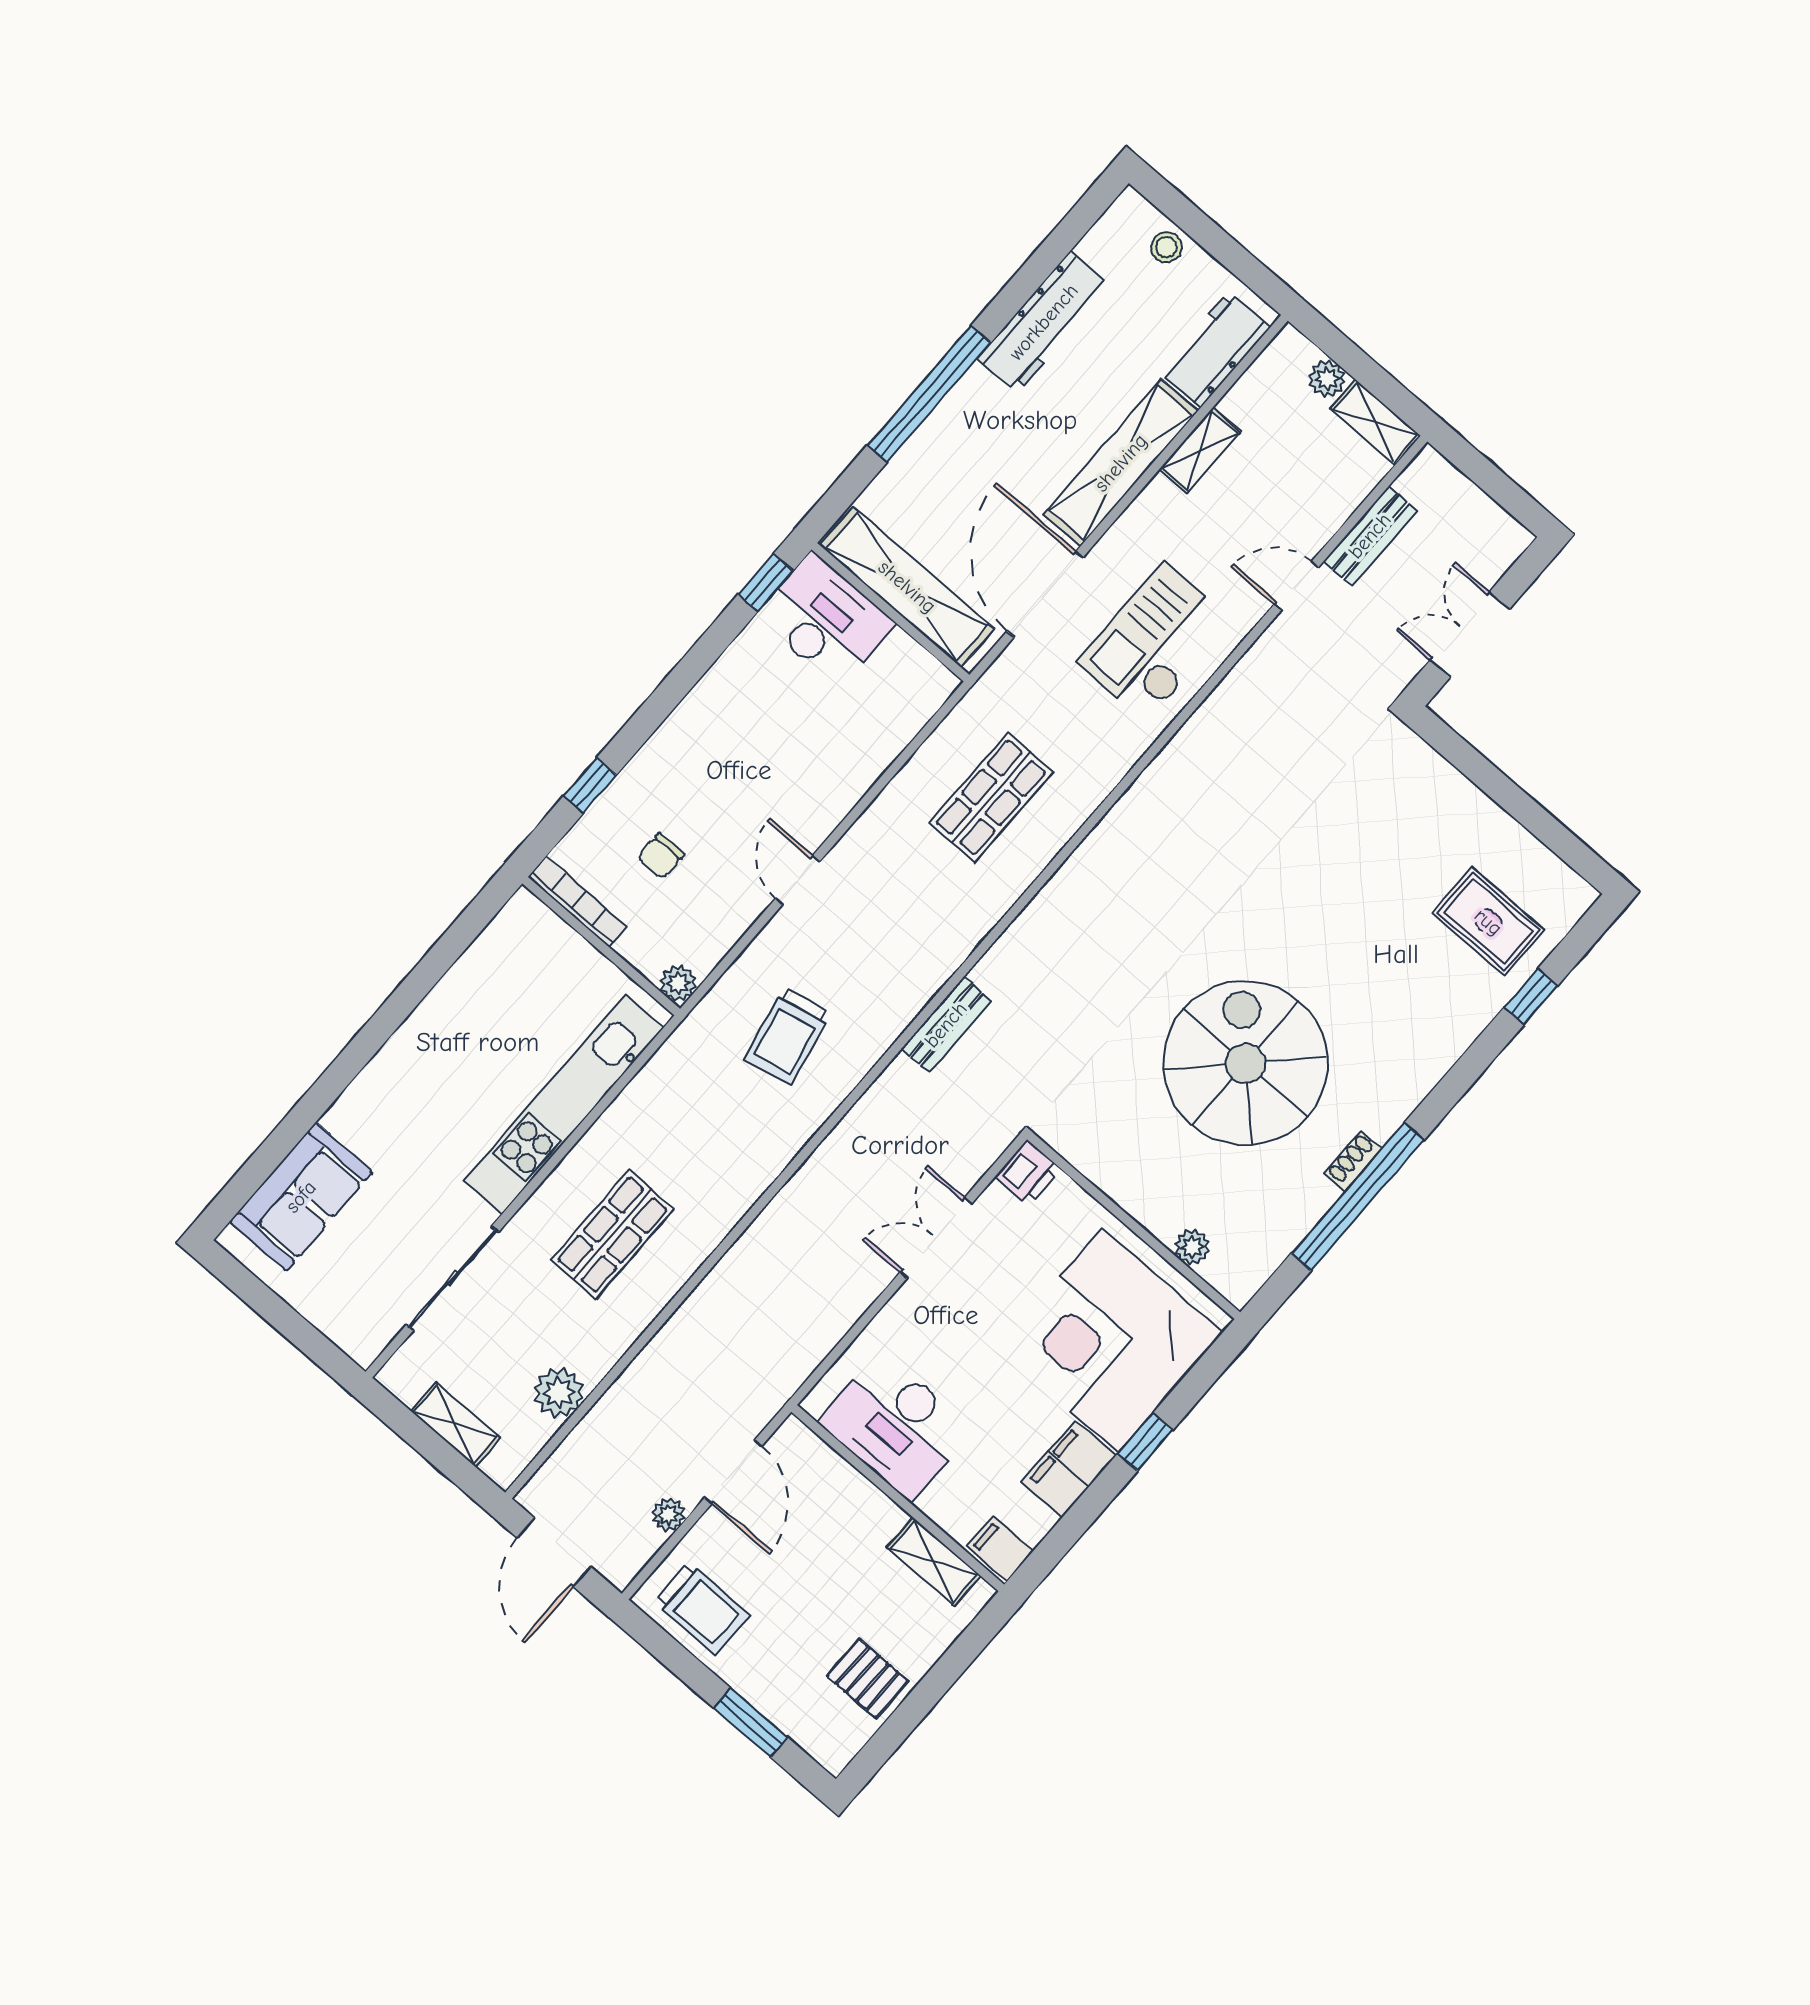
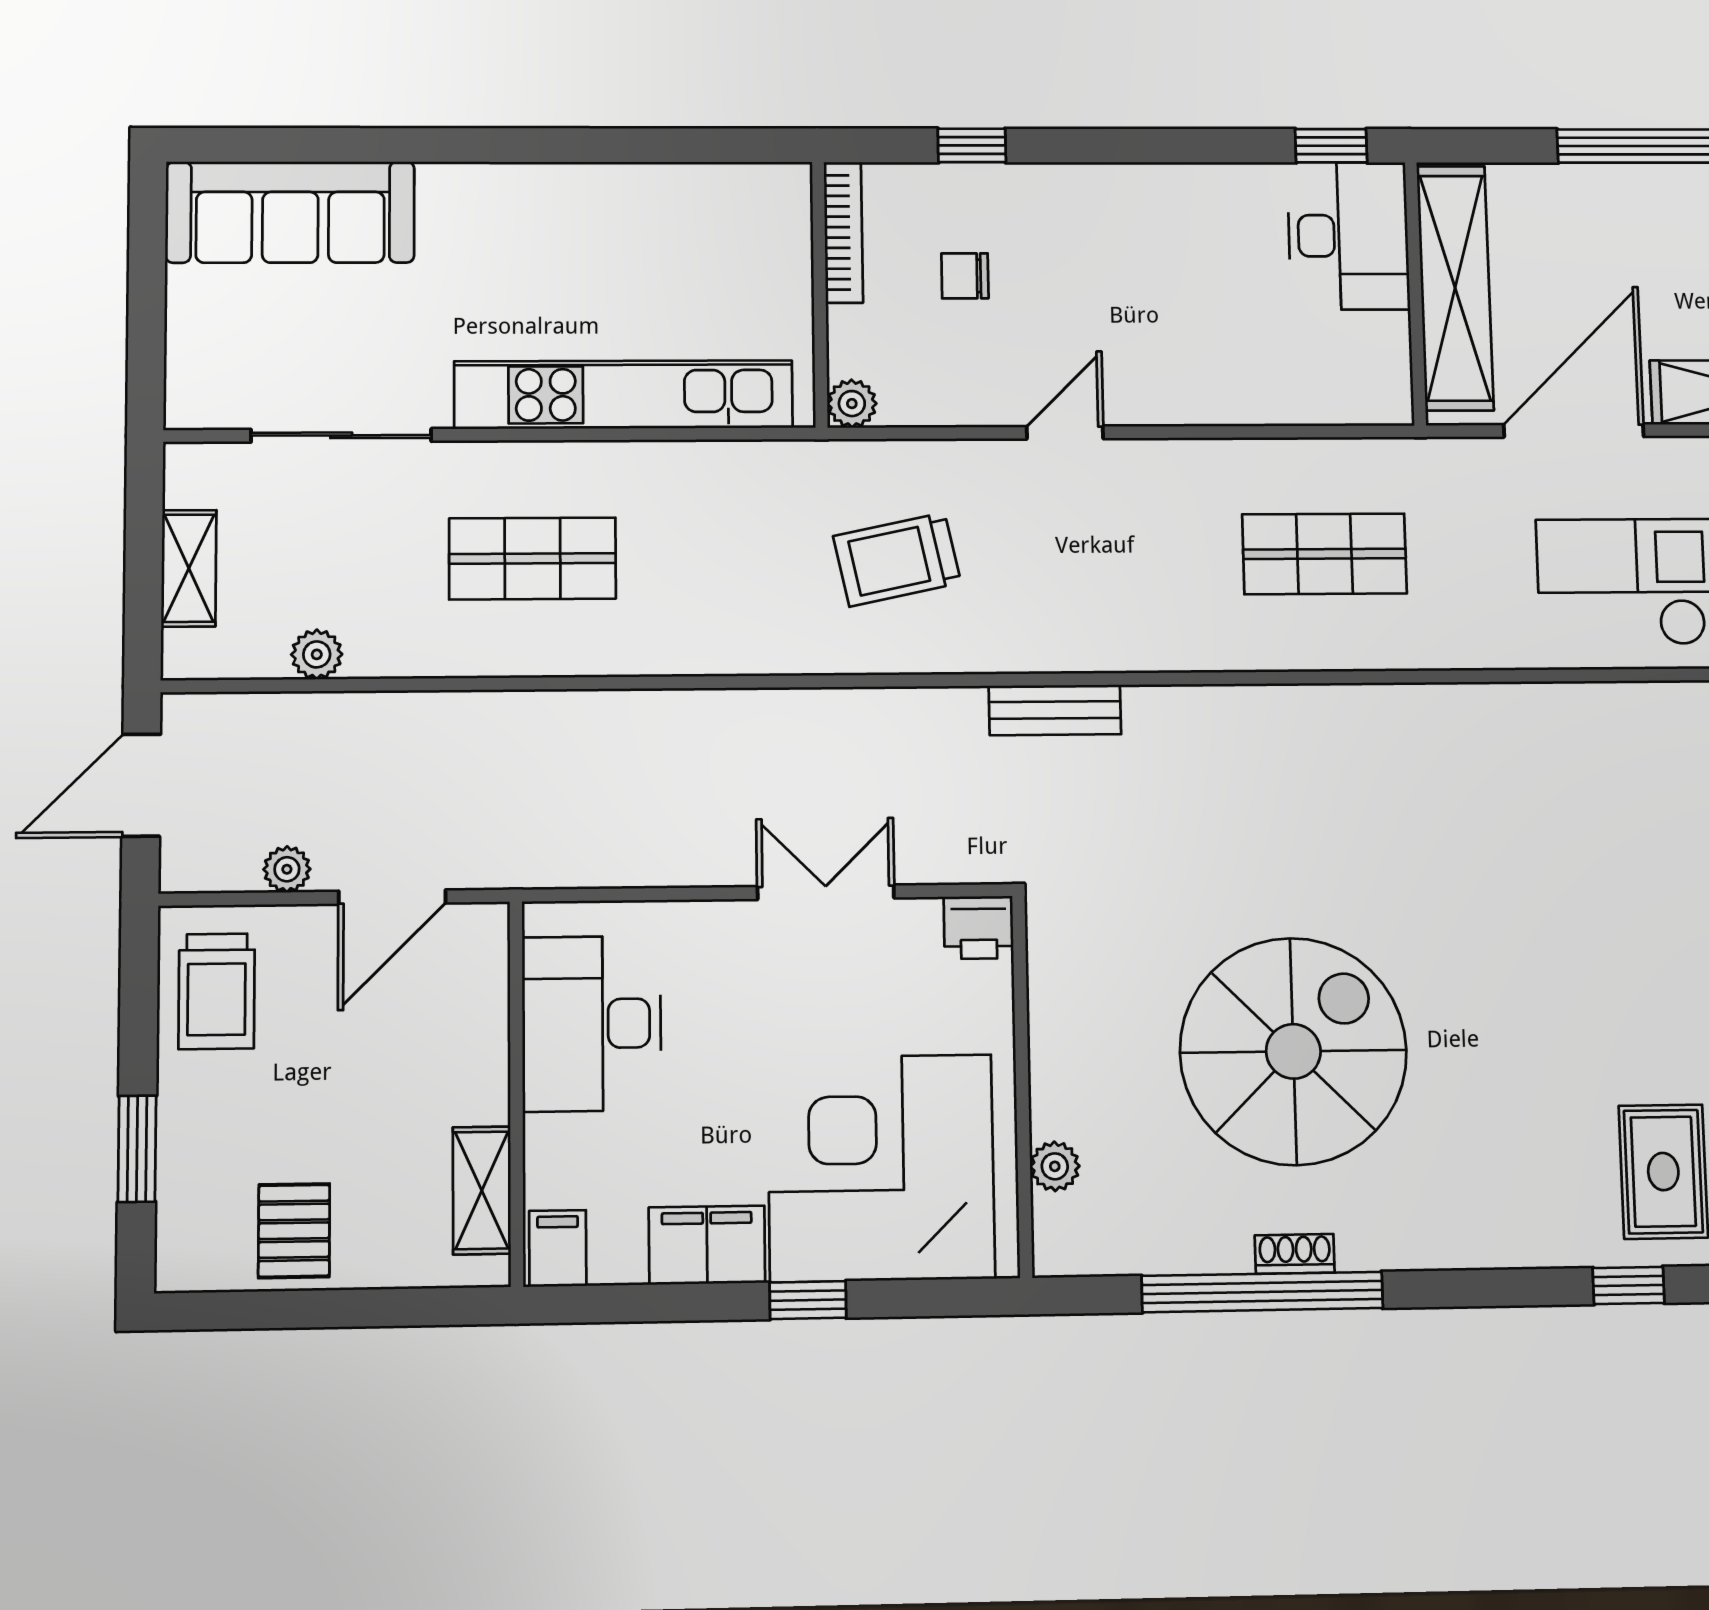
sofa: (301, 1197) -> (290, 212), width x1.36
plant: (559, 1393) -> (317, 654), width x0.73, depth x0.73

